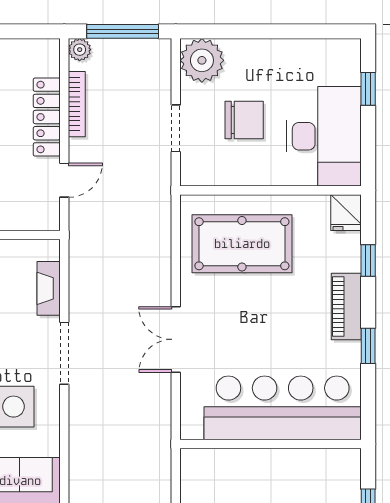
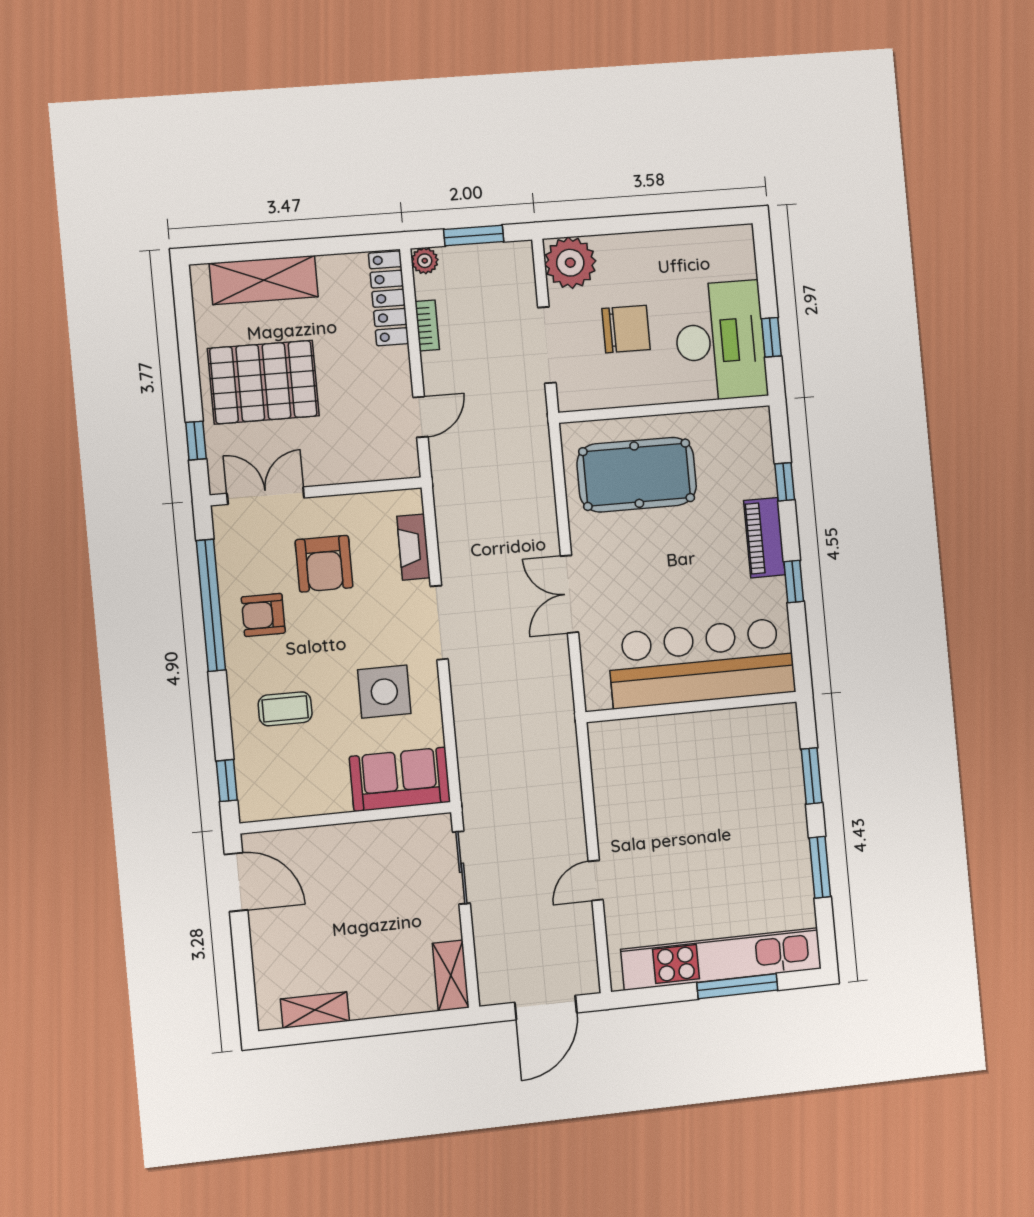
window: (123, 31) -> (474, 235), width x0.69
window: (368, 89) -> (771, 337), moved
bookcase: (77, 104) -> (427, 325), width x0.64
locker: (47, 117) -> (389, 298), moved
doorway: (176, 128) -> (547, 345), width x1.38
fridge: (346, 213) -> (754, 428), removed

